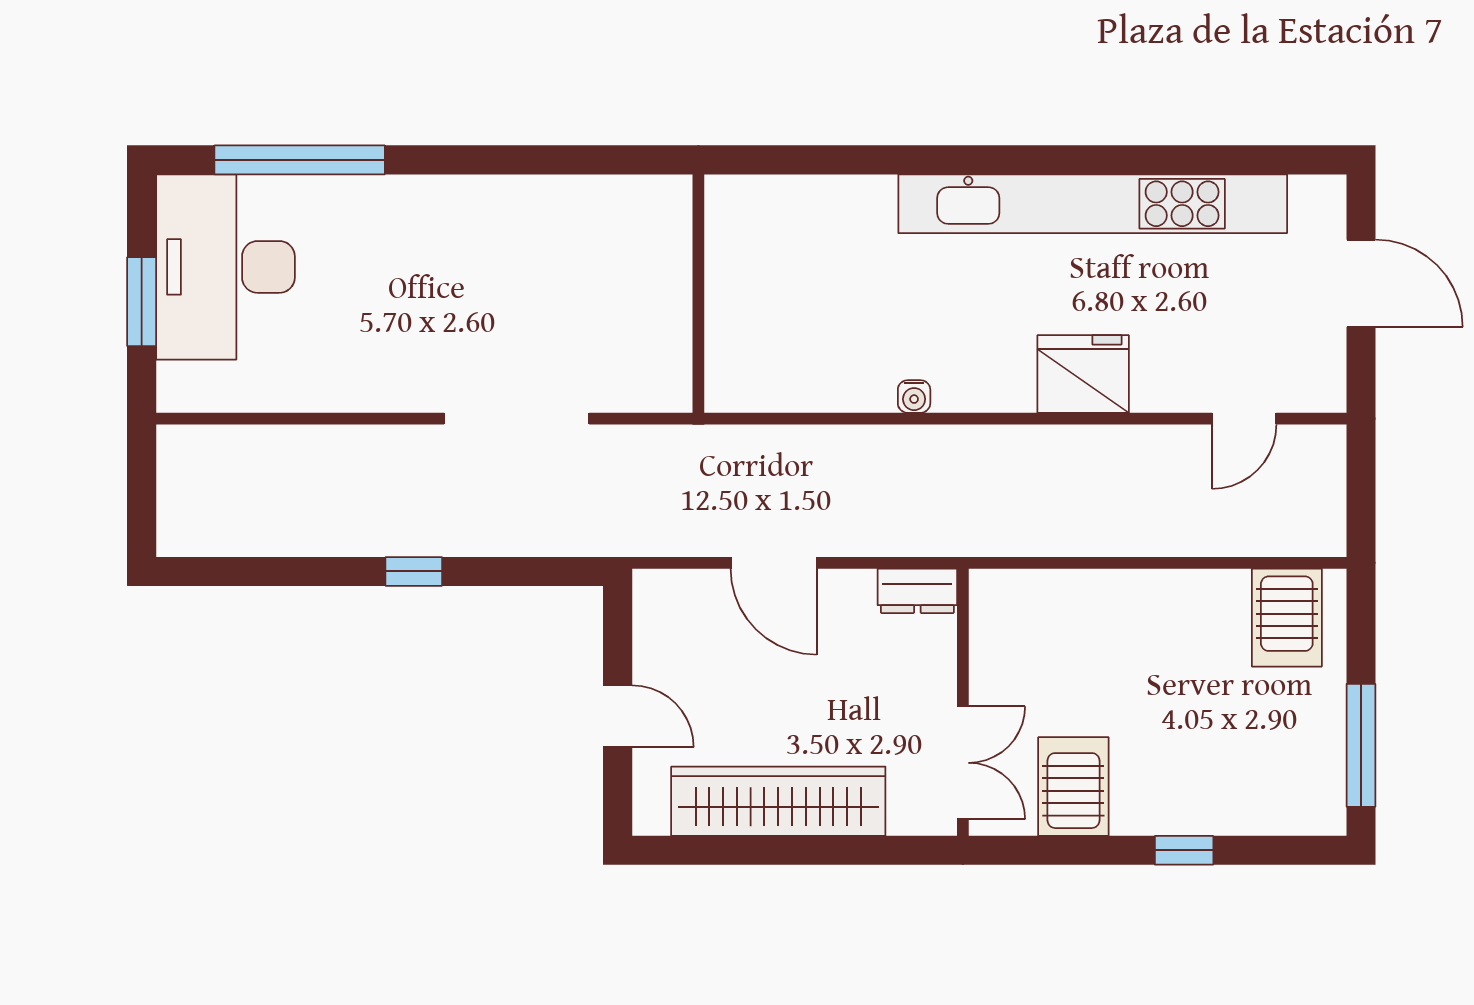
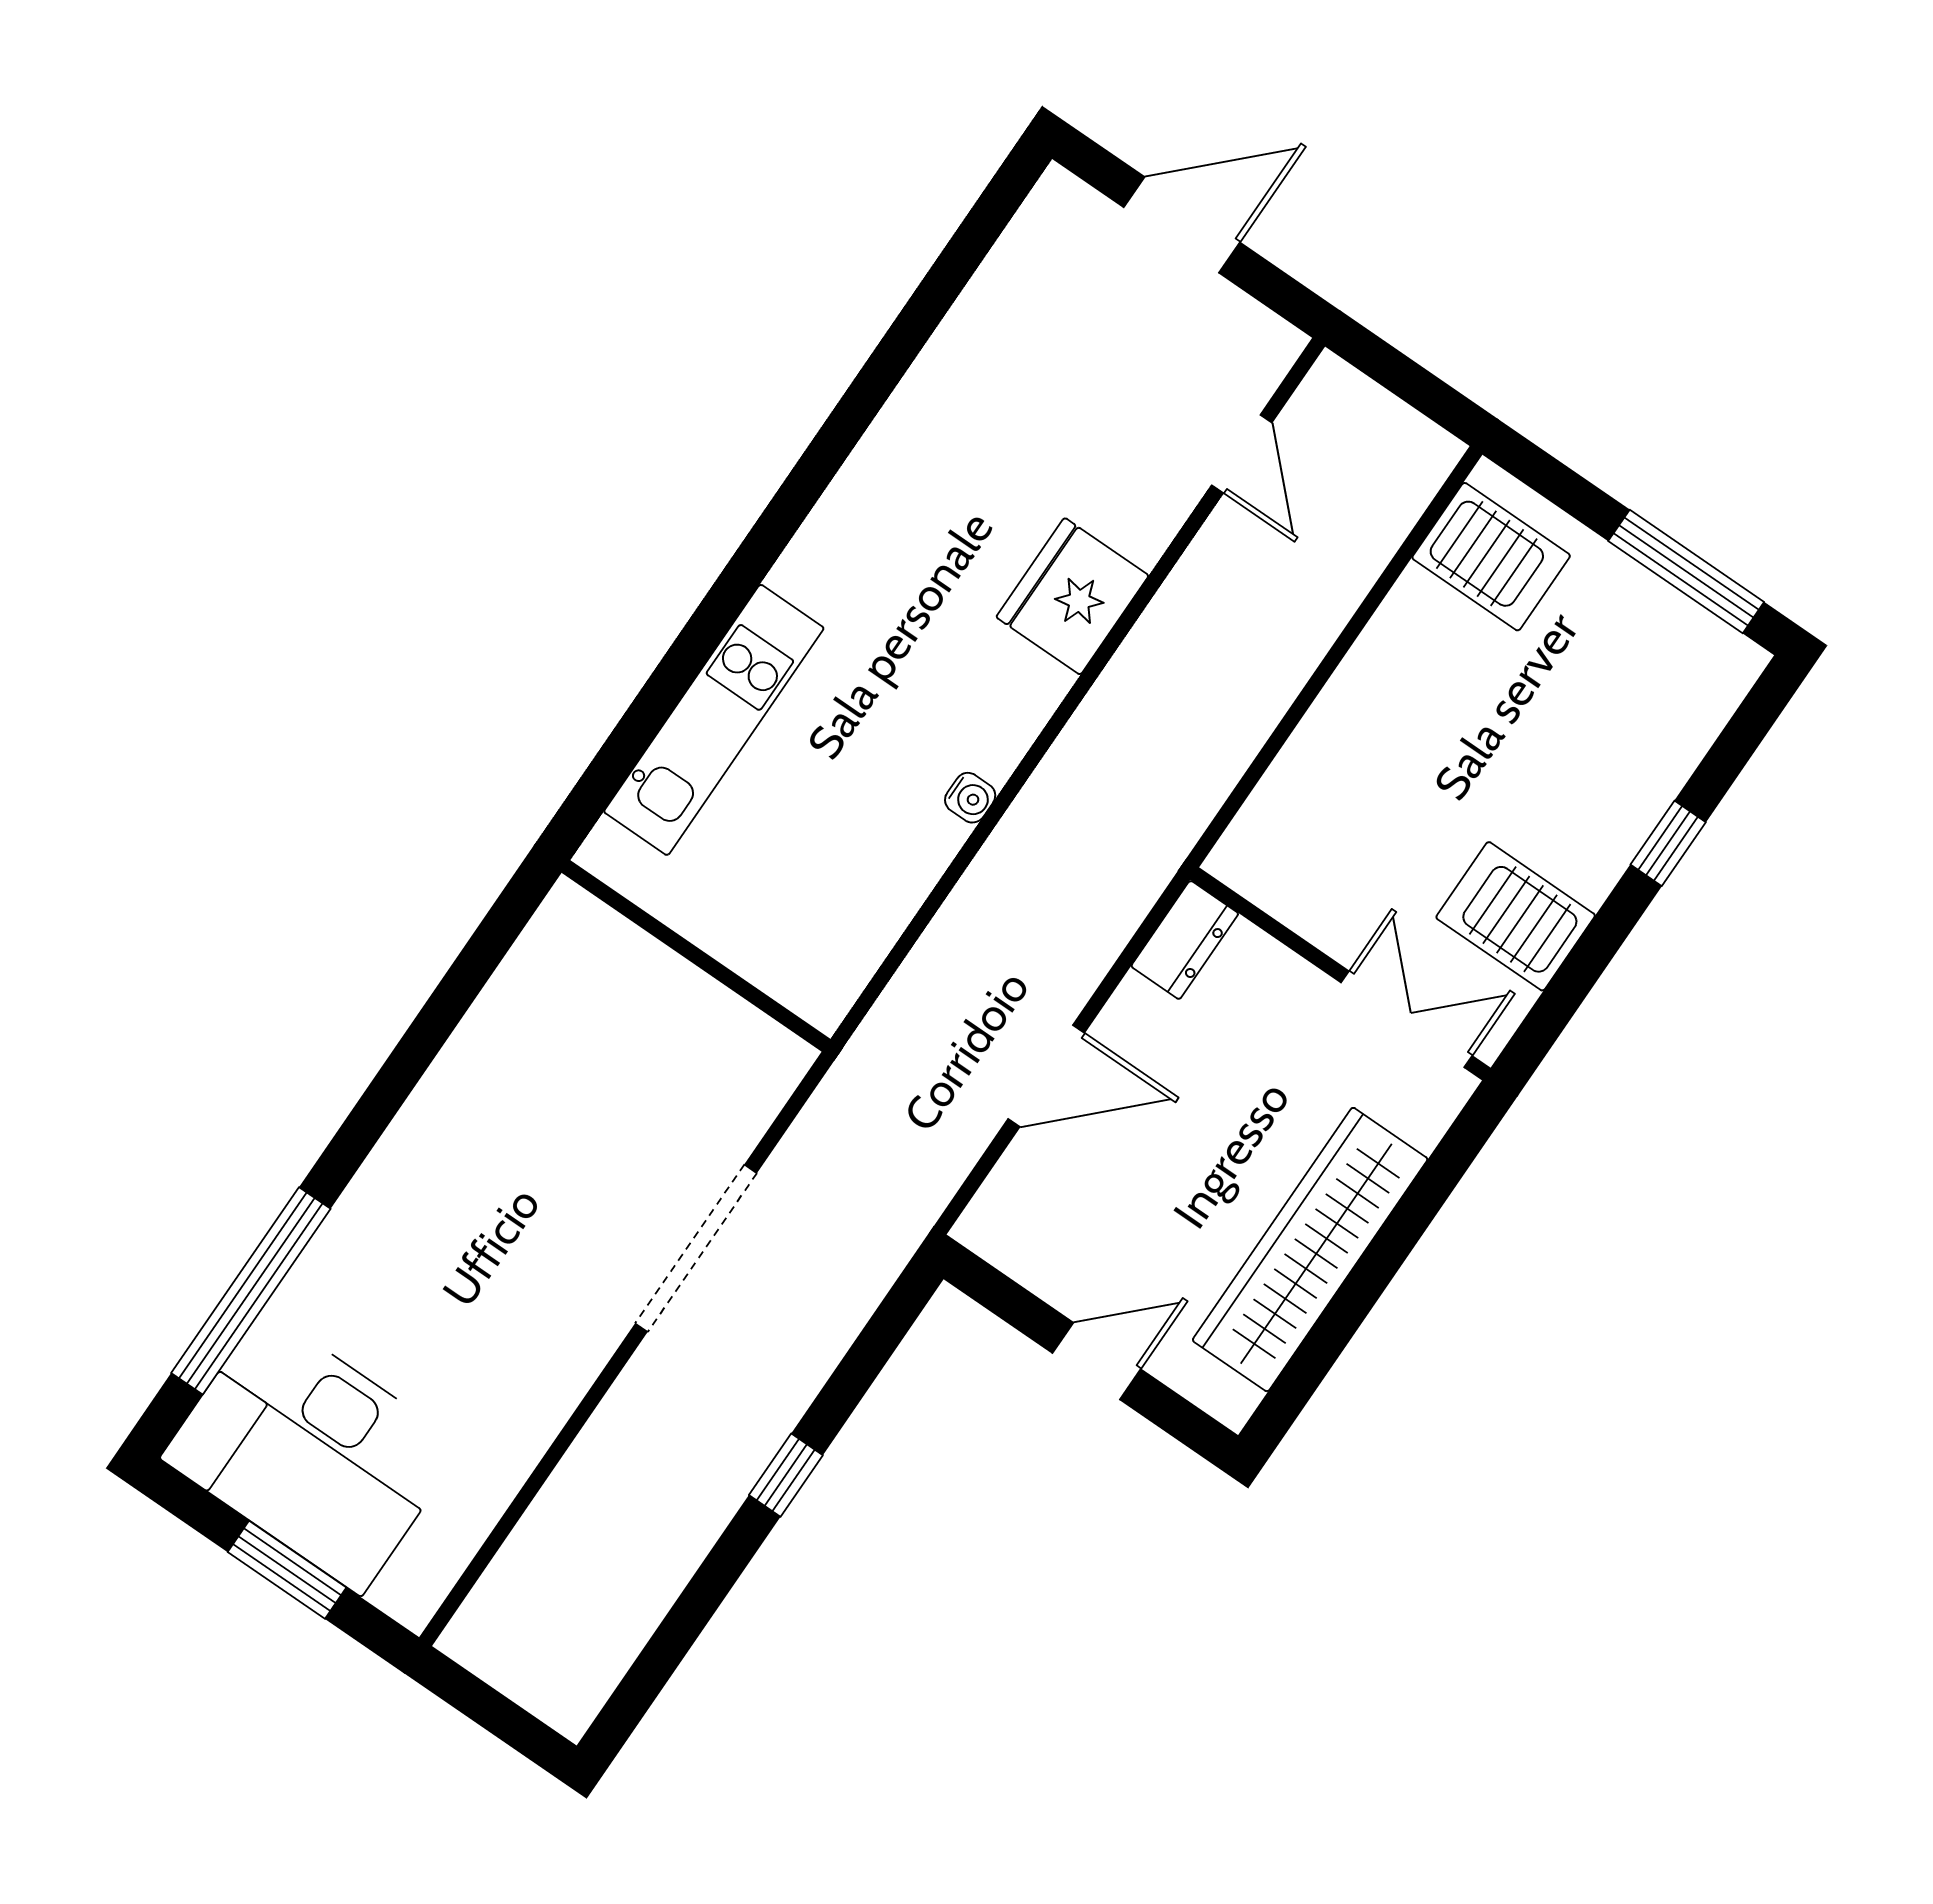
kitchen unit: (1093, 204) -> (714, 720), moved, width x0.54

